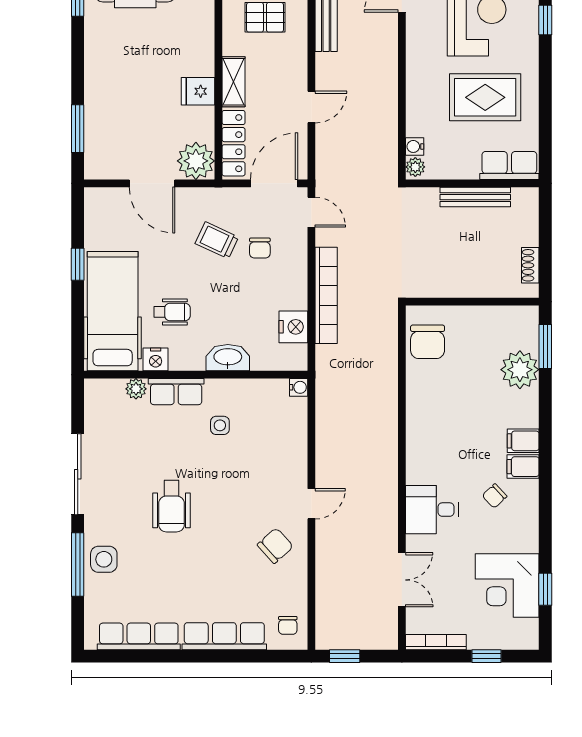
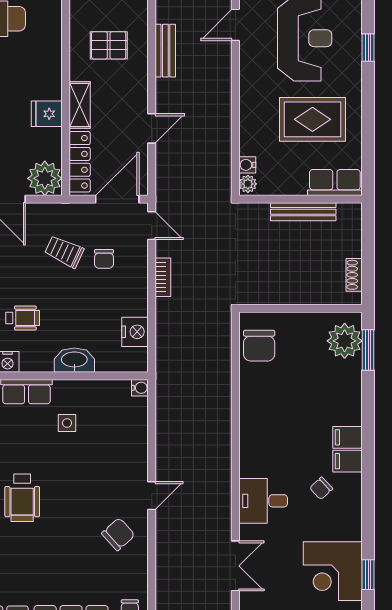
bookcase: (326, 295) -> (163, 277), width x0.43, depth x0.76
plant: (520, 370) -> (345, 341), moved

